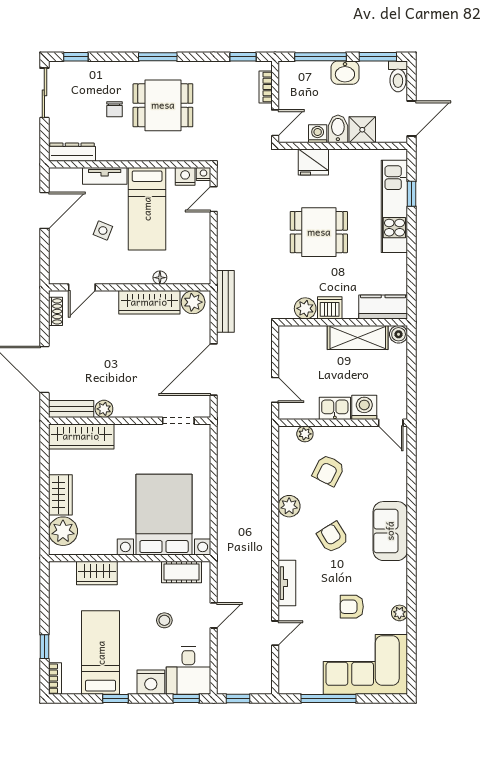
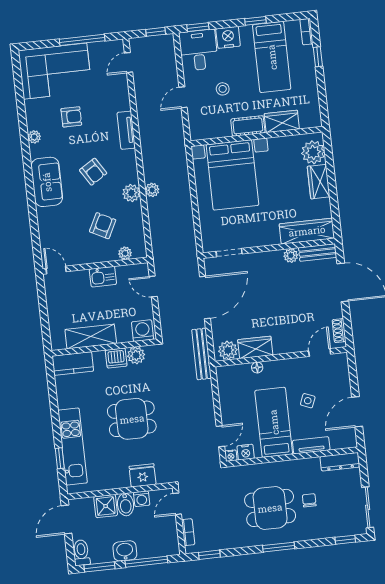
wardrobe: (149, 302) -> (255, 347), width x0.67
boiler: (399, 334) -> (58, 343), removed
washing machine: (364, 407) -> (143, 331), moved, turned 180
plant: (263, 507) -> (152, 190), added
cot: (182, 572) -> (248, 126), moved
plant: (399, 613) -> (34, 137), moved
door: (275, 633) -> (128, 63), moved

